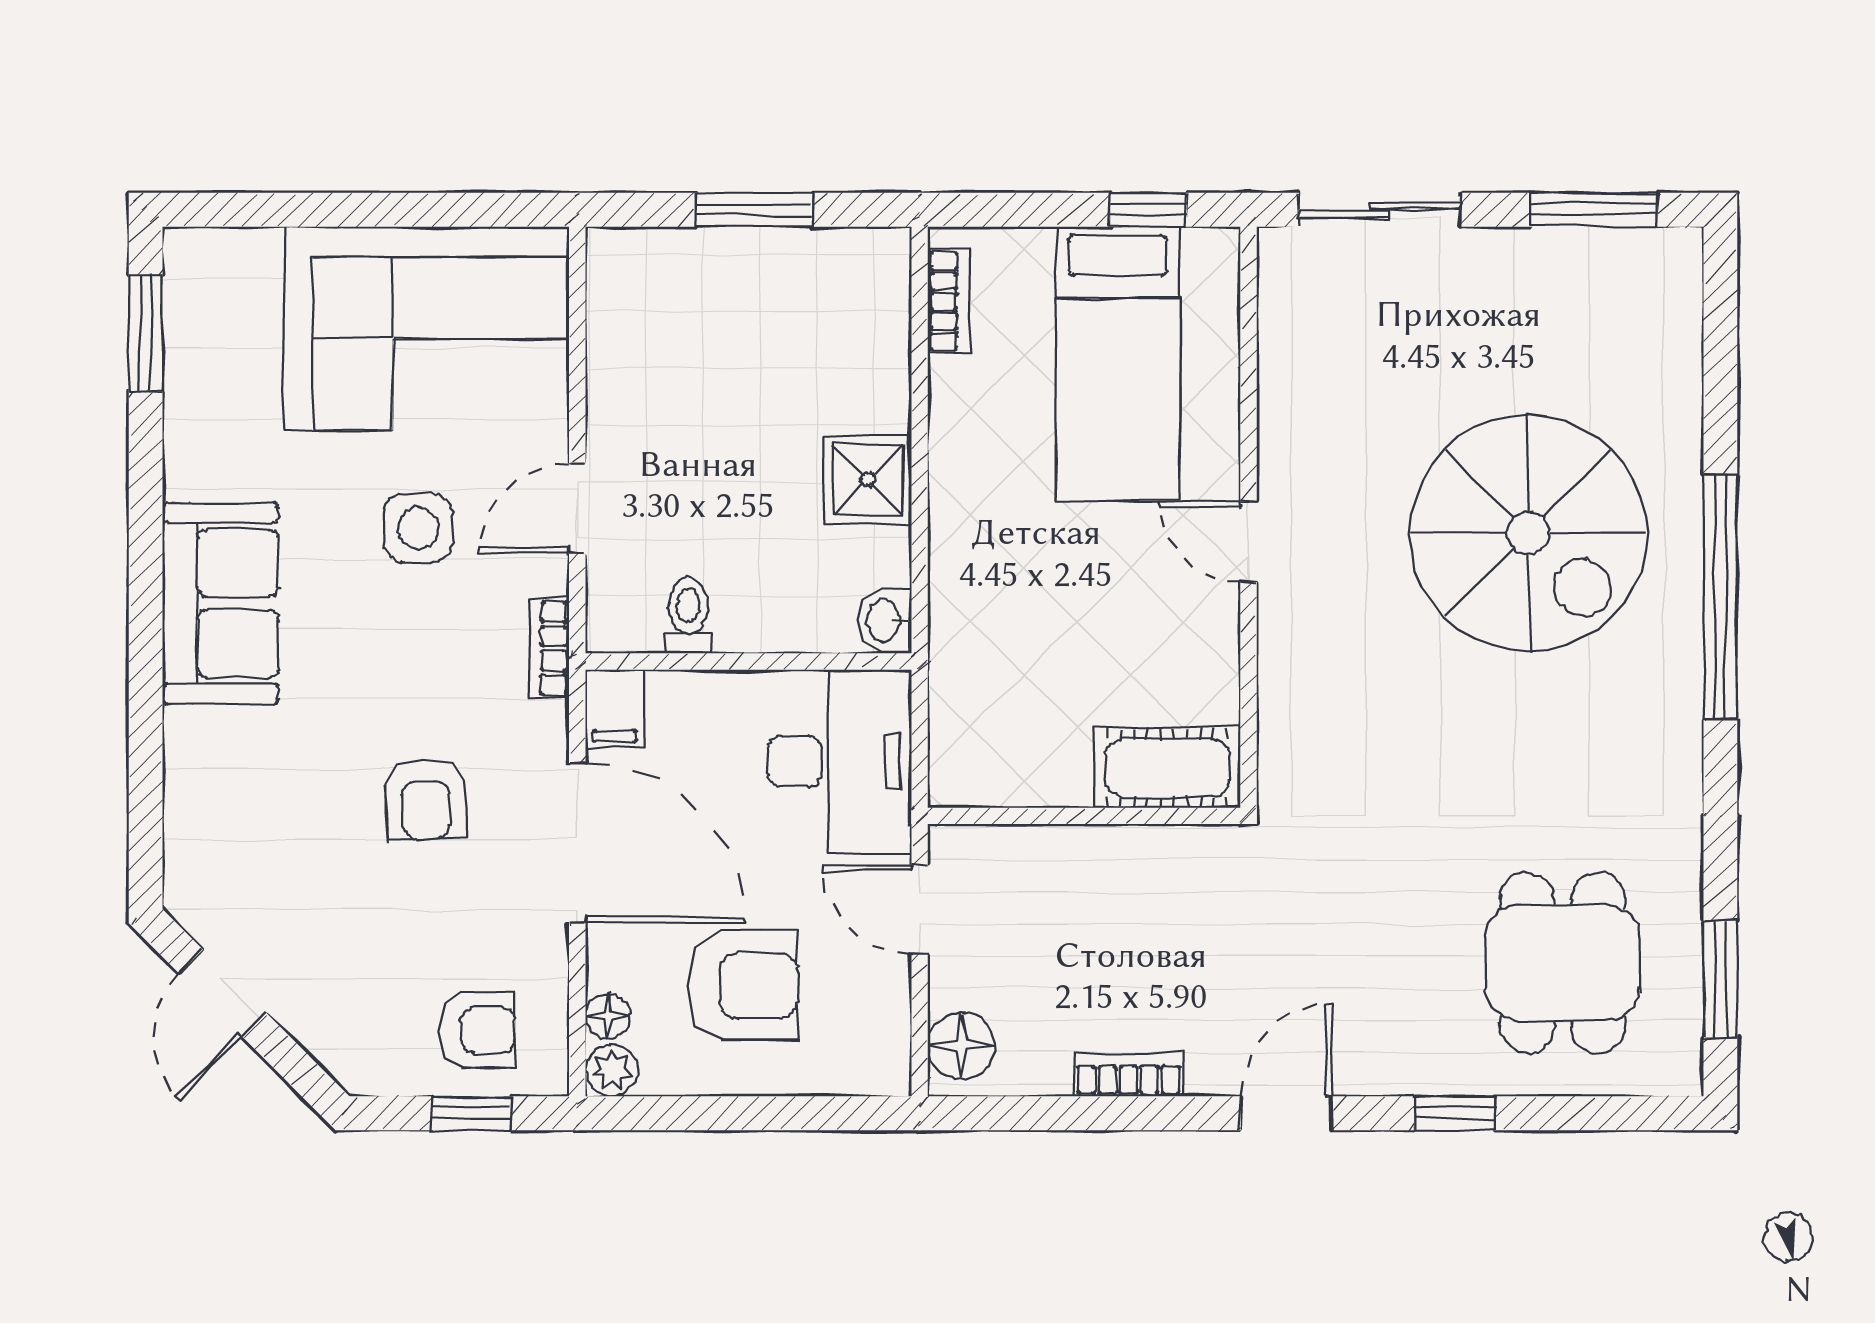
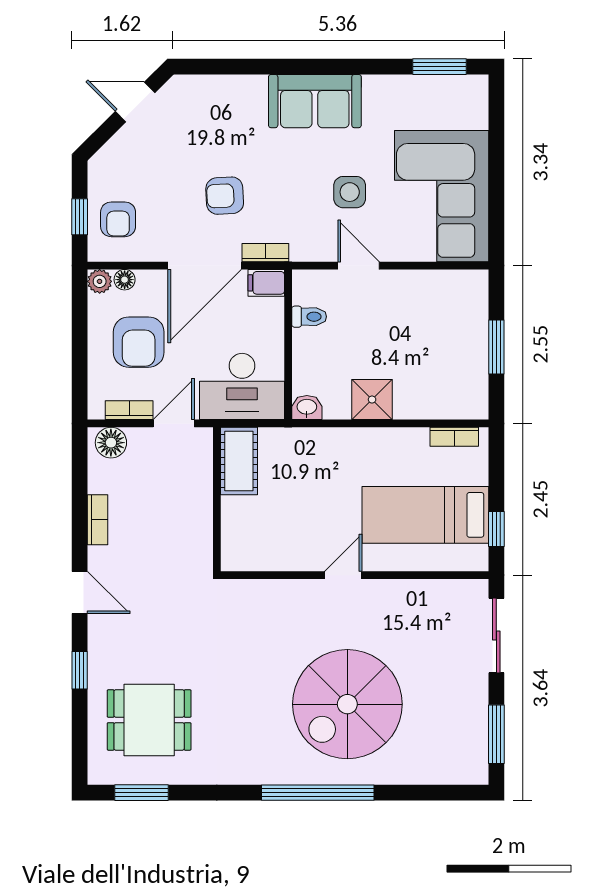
bookcase: (549, 648) -> (265, 253), moved
cot: (1167, 768) -> (239, 461), moved
bookcase: (891, 1006) -> (129, 410), added

